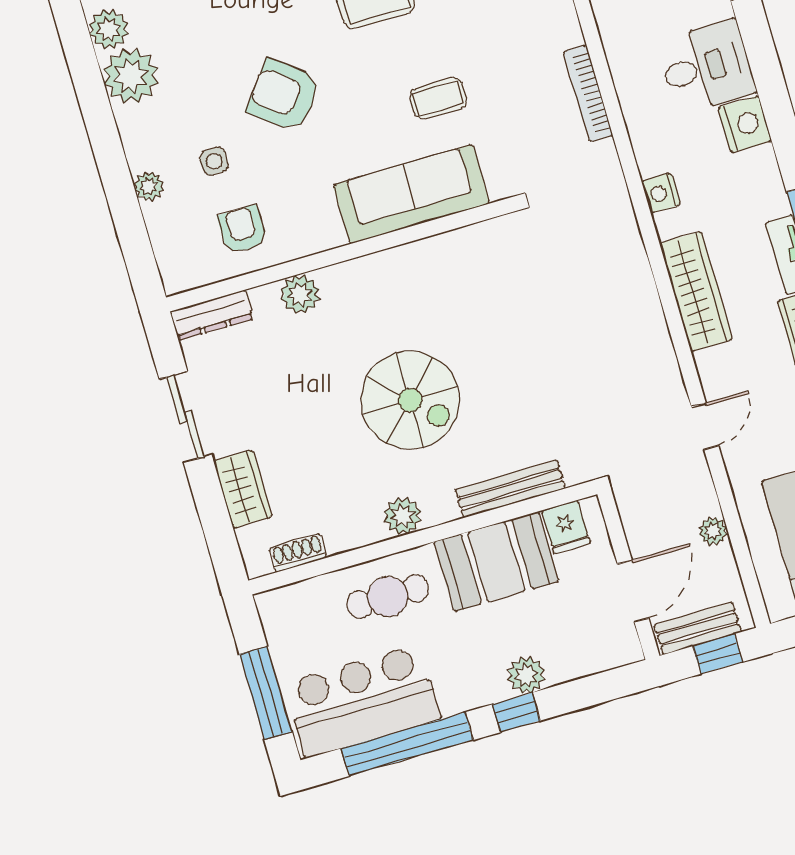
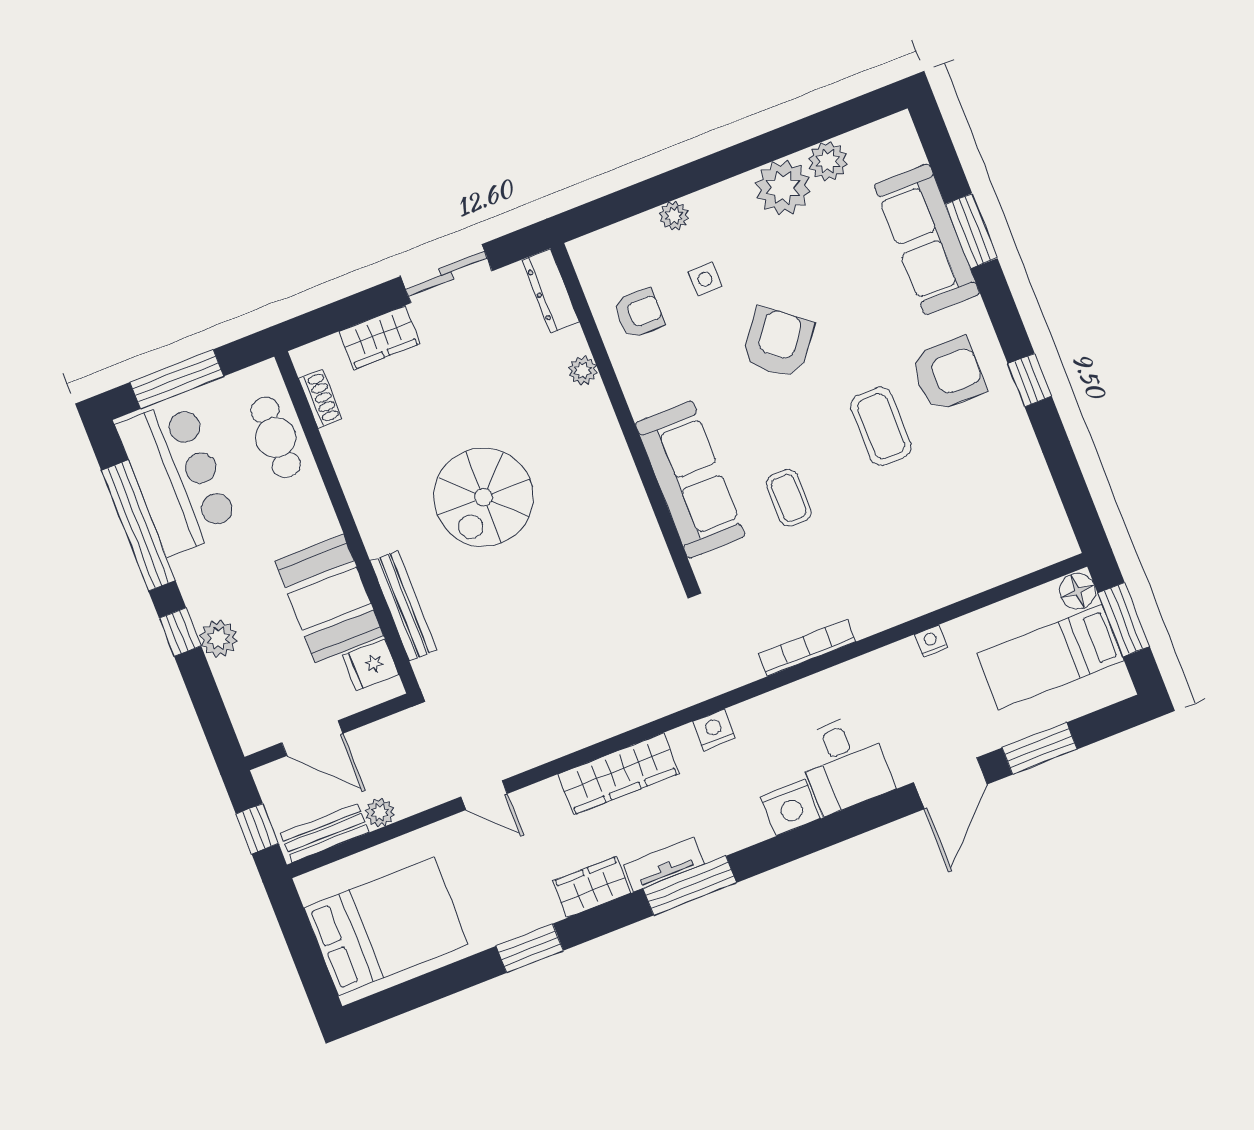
plant: (300, 294) -> (583, 370), width x0.73, depth x0.73
plant: (403, 516) -> (367, 500), removed
cafe table: (388, 597) -> (276, 437), moved
bench: (698, 628) -> (325, 833), moved, turned 90

